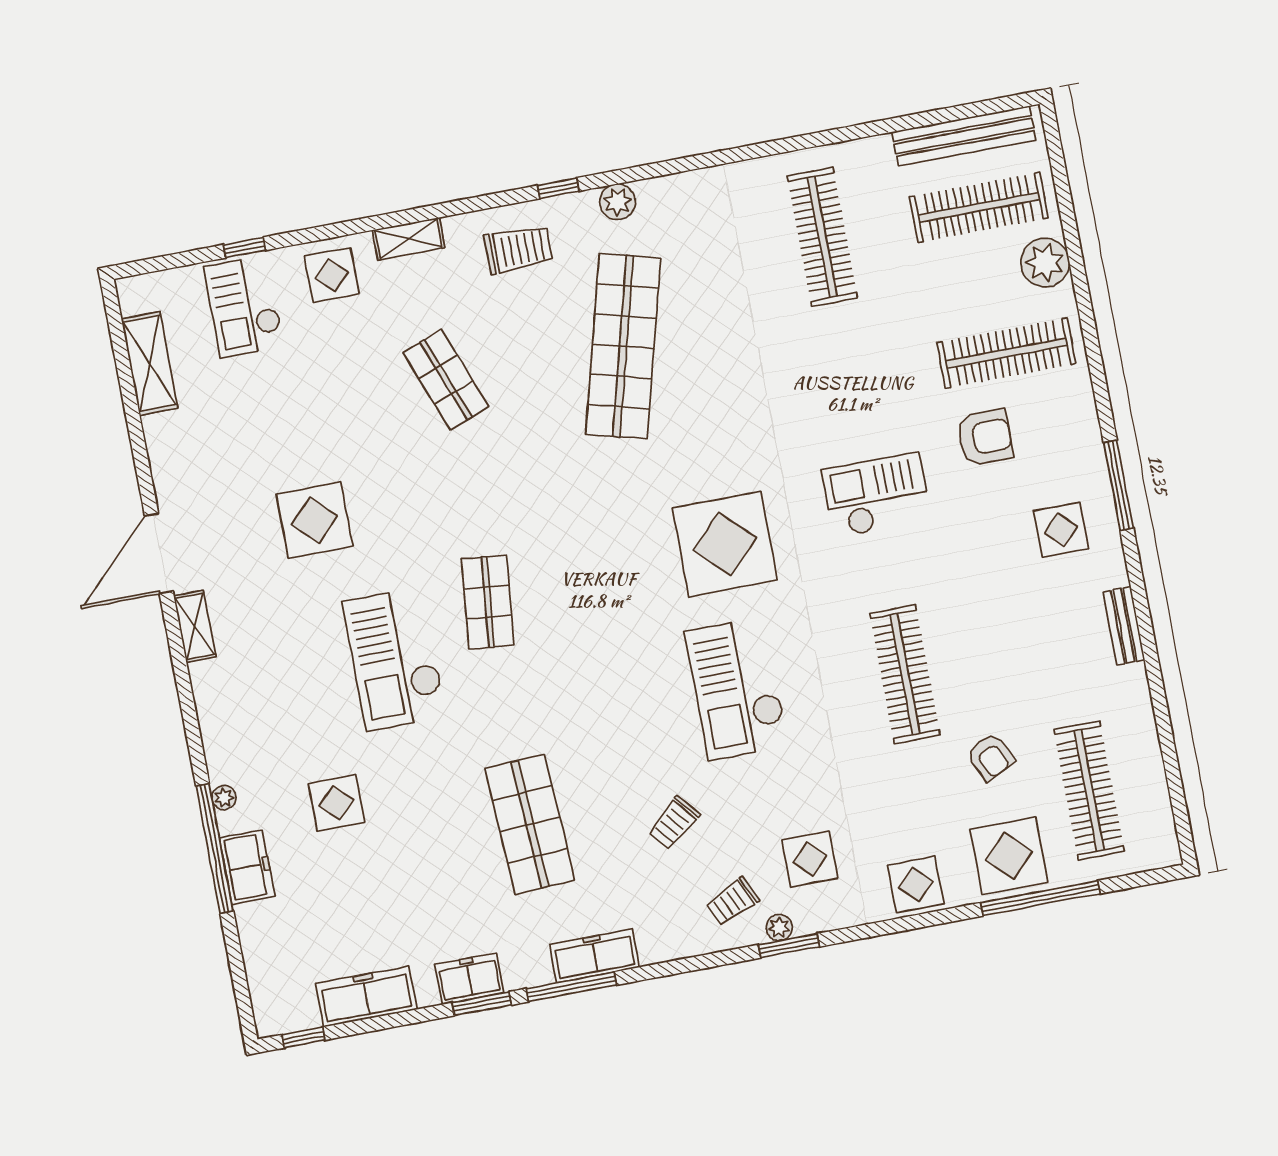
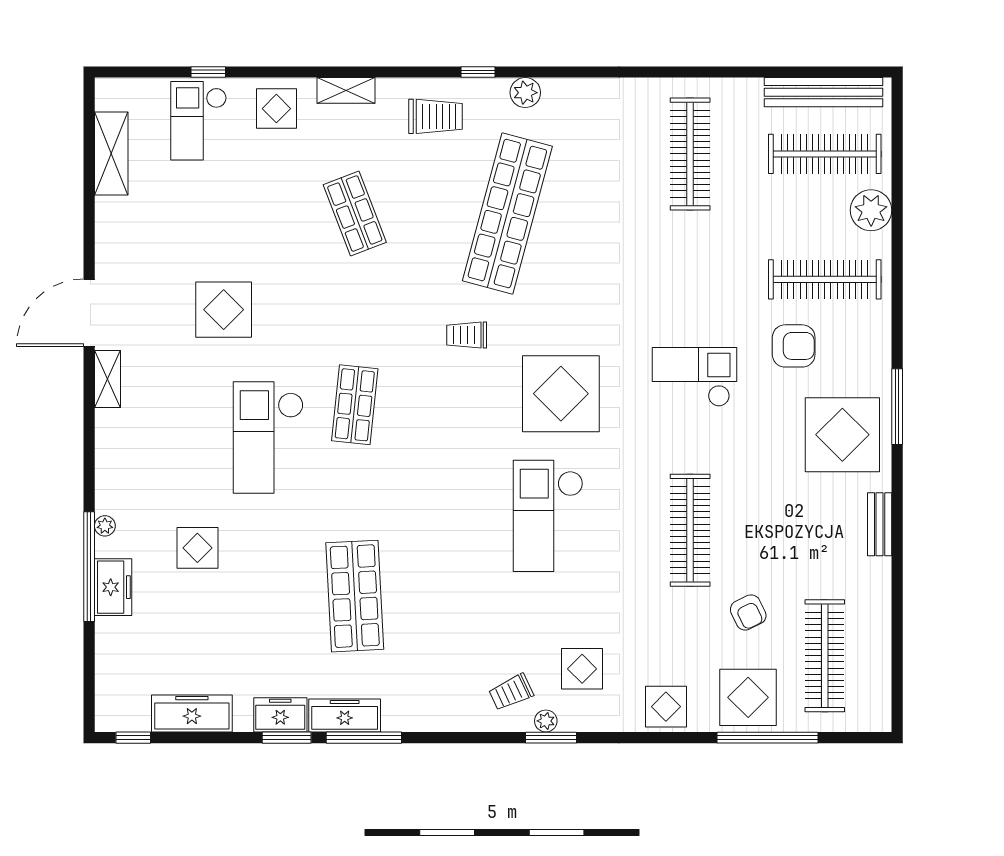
display table: (1061, 530) -> (842, 435), width x1.86, depth x1.86
trolley: (674, 823) -> (467, 335), moved, turned 40
freezer: (595, 956) -> (345, 716), moved

